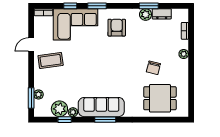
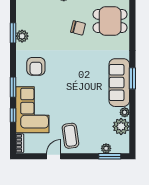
dresser: (162, 14) -> (21, 19), removed
armchair: (117, 28) -> (36, 66), turned -90
door: (31, 45) -> (54, 156), swing flipped
dining table: (160, 98) -> (110, 21), turned 90
window: (65, 120) -> (132, 121), removed

